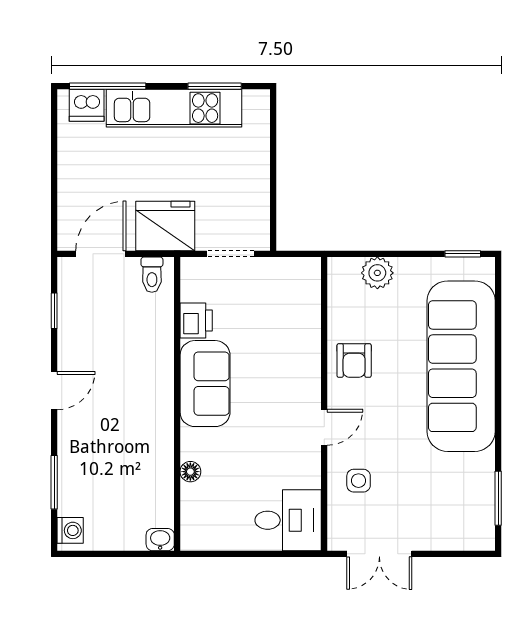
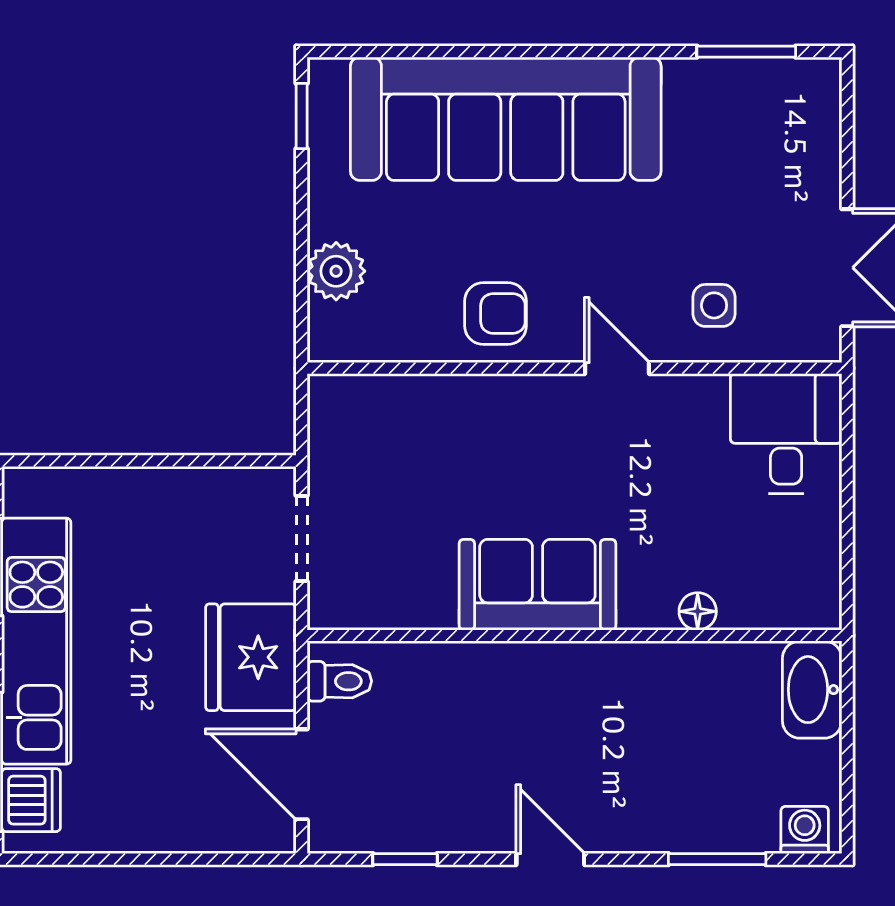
printer: (196, 320) -> (423, 601), removed
washbasin: (160, 540) -> (812, 690), width x1.91, depth x1.45

